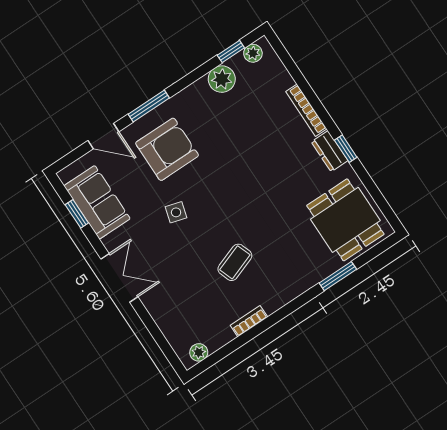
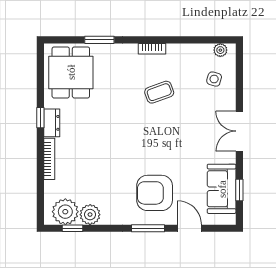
plant: (253, 53) -> (65, 212), width x1.88, depth x1.88
side table: (176, 212) -> (214, 79), moved
bookcase: (249, 321) -> (152, 49), moved

